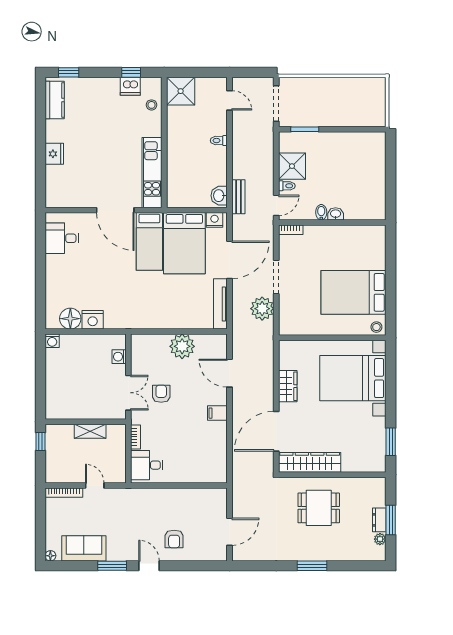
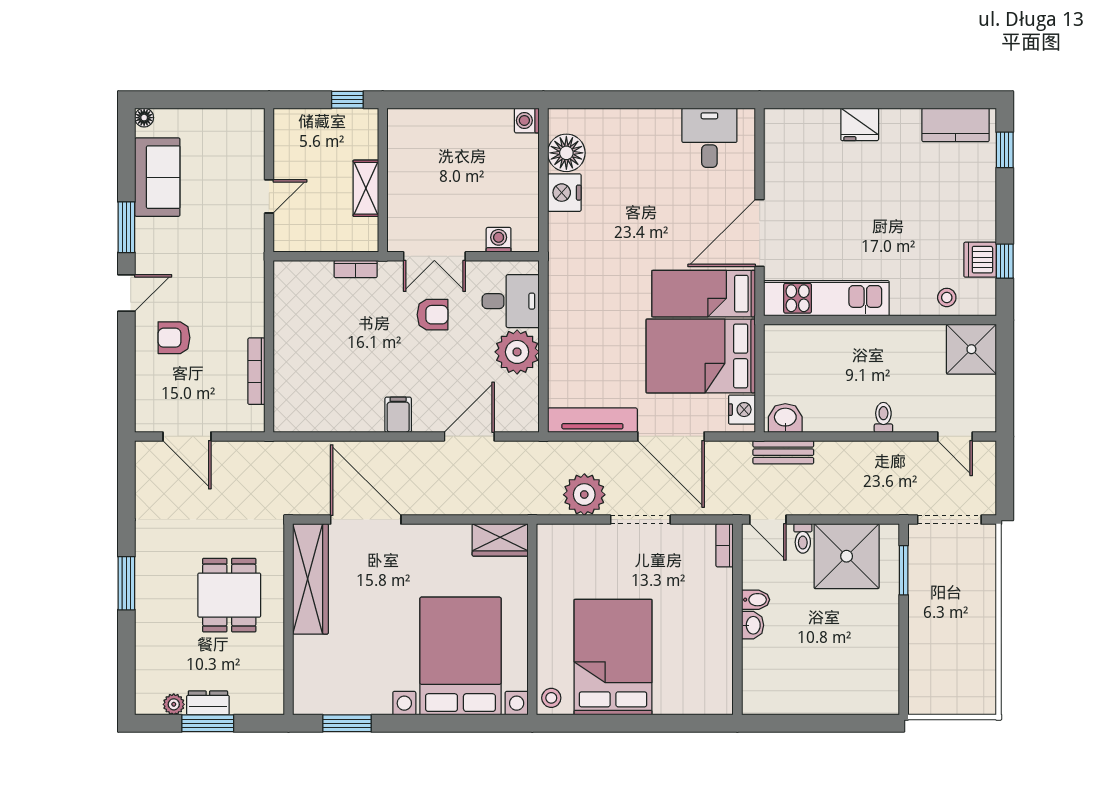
door: (230, 100) -> (955, 436), hinge flipped
shower: (292, 166) -> (847, 556), width x1.37, depth x1.37
wardrobe: (288, 386) -> (500, 540), moved
desk: (147, 465) -> (511, 301), moved, turned 90
bookcase: (64, 493) -> (256, 371), moved

